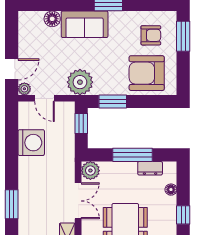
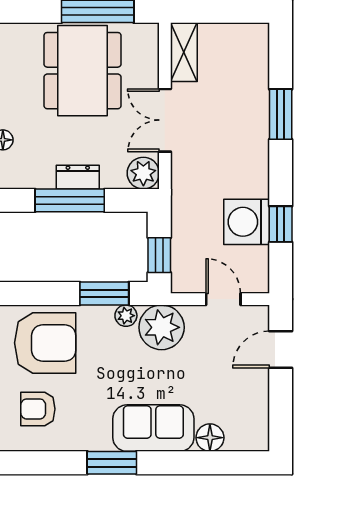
plant: (24, 89) -> (126, 316), moved
window: (12, 141) -> (281, 224), added
dresser: (150, 168) -> (78, 177), moved

